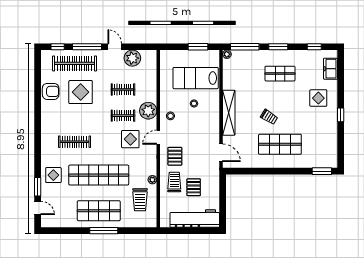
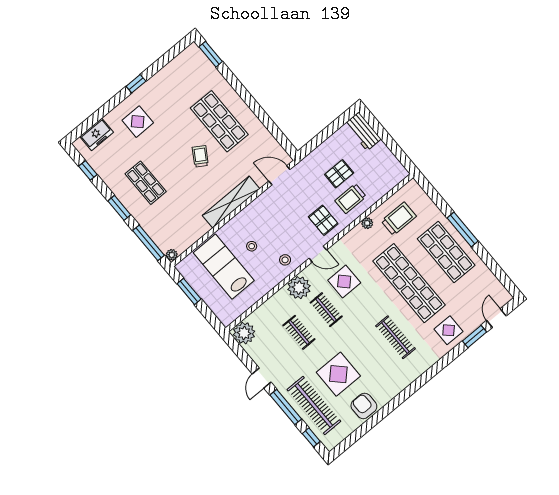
plant: (132, 58) -> (244, 333), moved
lab bench: (196, 78) -> (224, 267), turned 180
door: (221, 153) -> (279, 175), hinge flipped
pallet: (175, 156) -> (323, 220), turned 90
workbench: (195, 218) -> (363, 131), width x0.53, depth x0.76

